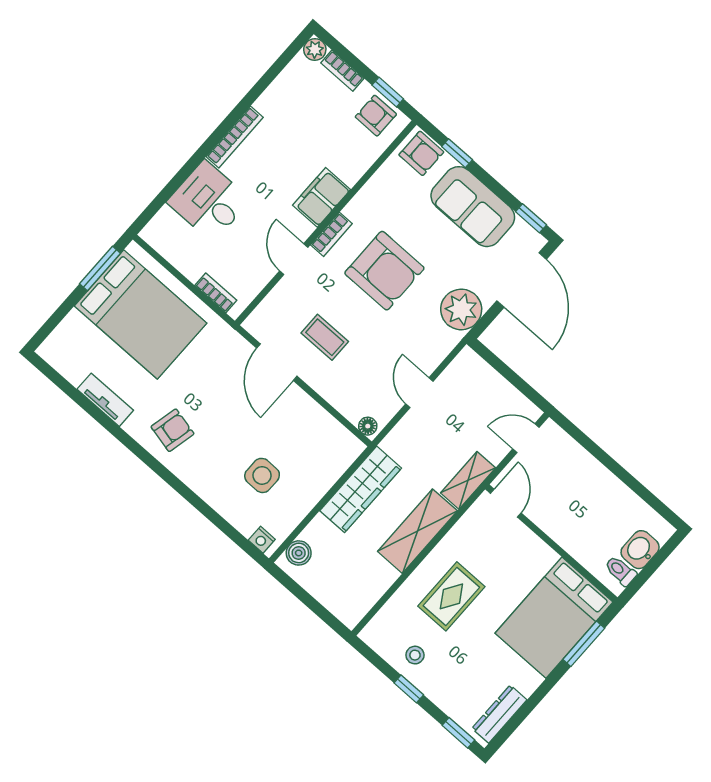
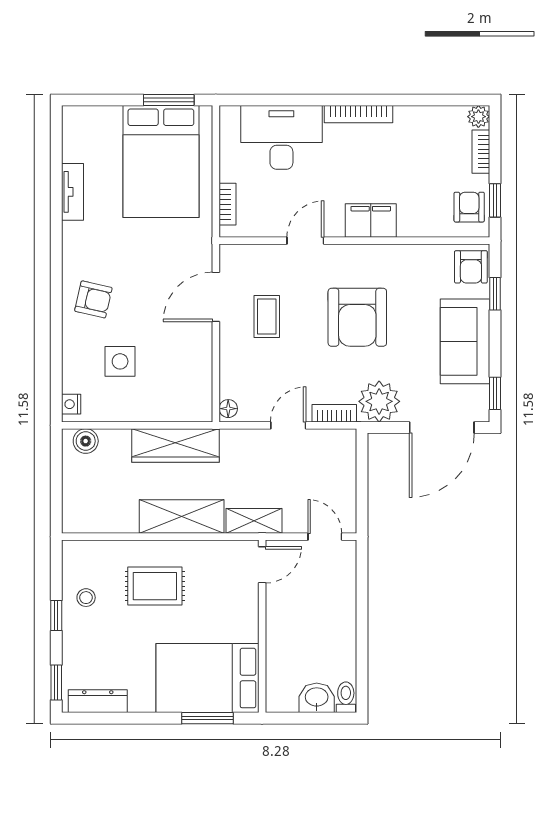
desk: (209, 201) -> (281, 137), width x1.37
bookcase: (331, 234) -> (334, 413), moved, turned 180
armchair: (172, 430) -> (93, 299), moved
toilet: (621, 571) -> (346, 697), moved

